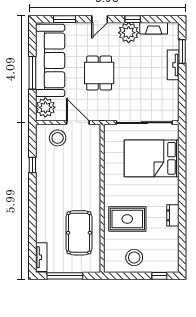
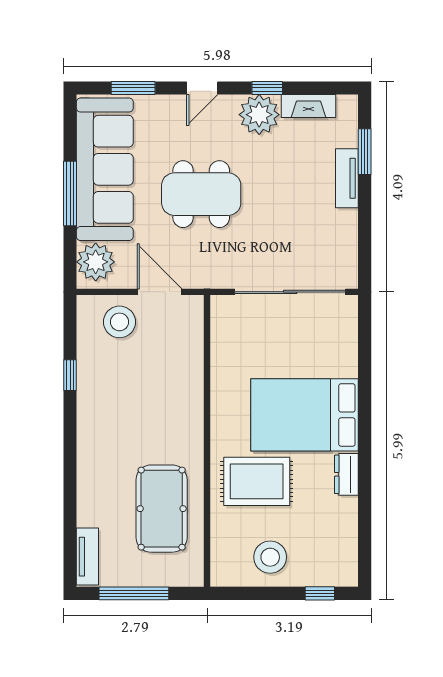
dining table: (99, 73) -> (201, 194), width x1.38
bed: (152, 158) -> (304, 415), moved

